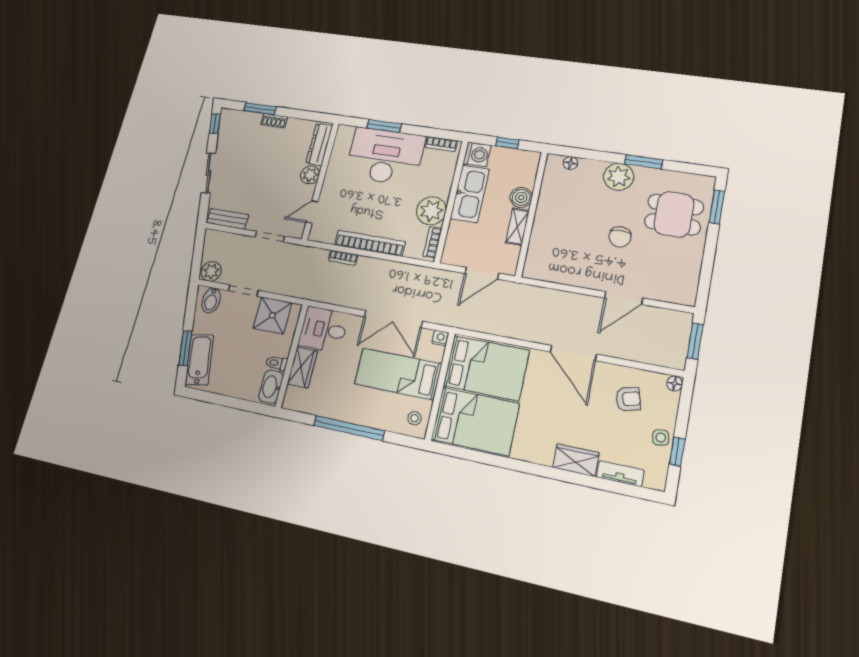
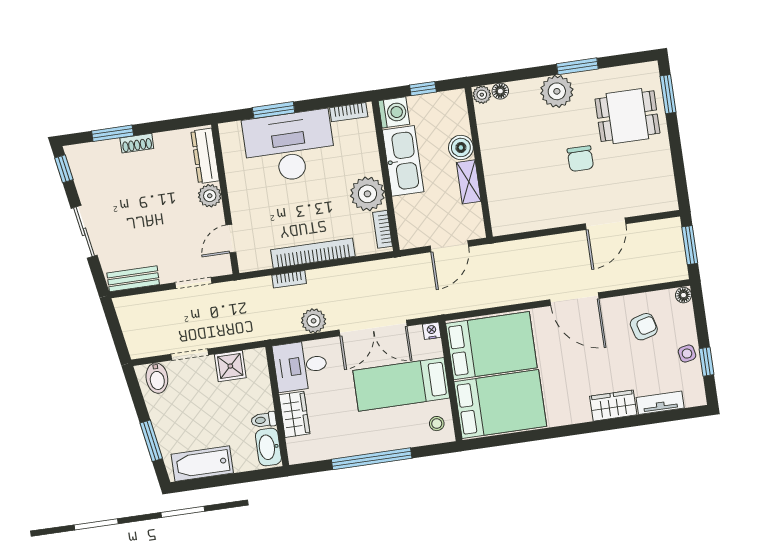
plant: (554, 161) -> (482, 95), added
plant: (211, 271) -> (314, 321), moved
shower: (272, 315) -> (230, 366), width x0.73, depth x0.73
bathtub: (199, 360) -> (202, 464), moved, turned -80

